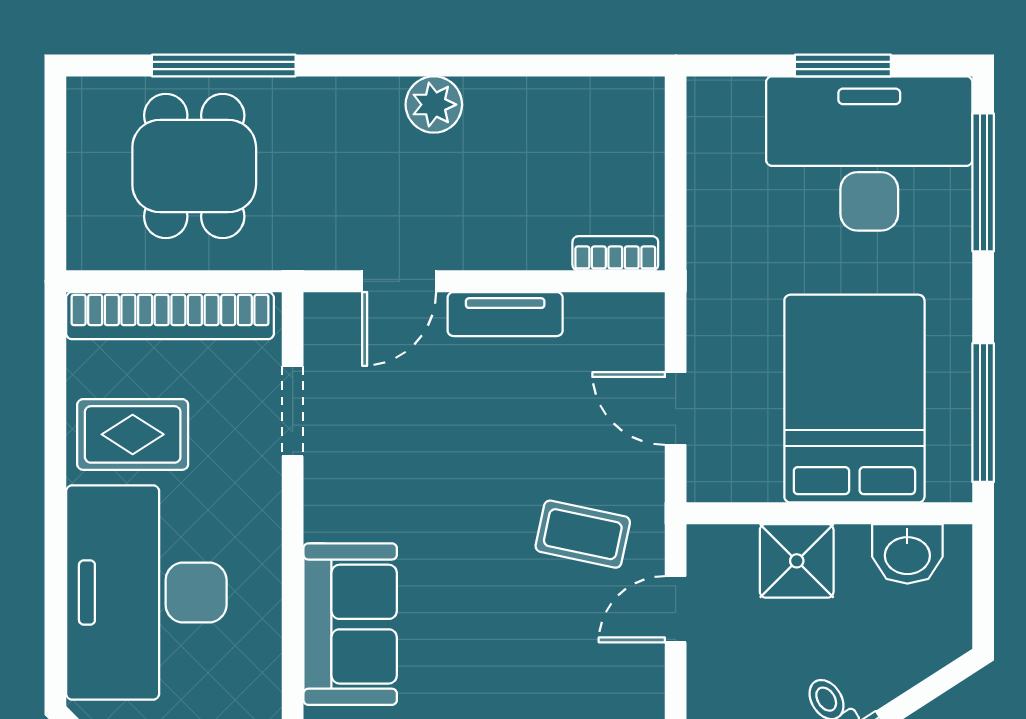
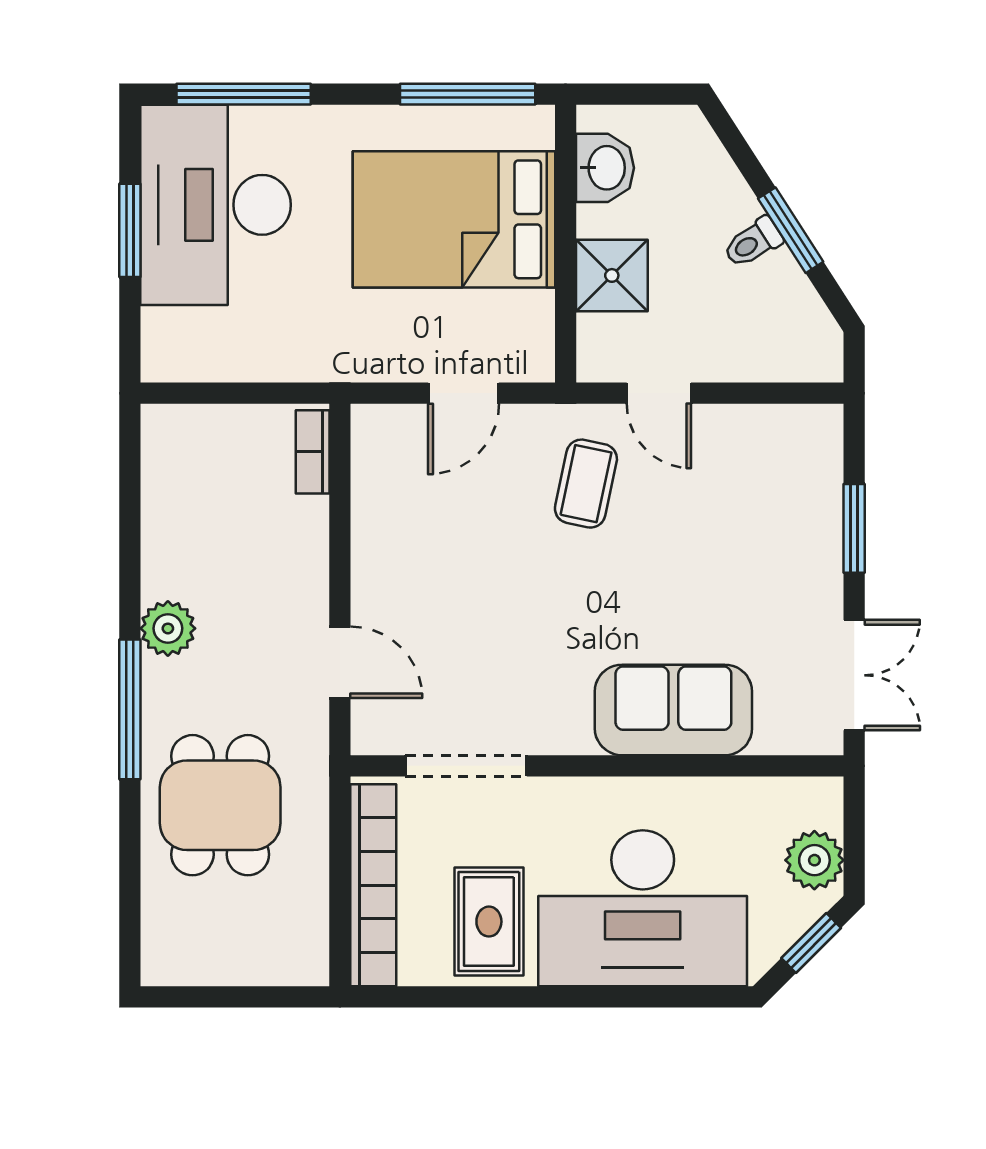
window: (224, 66) -> (130, 709), moved
dining table: (194, 166) -> (220, 805), moved, turned 90
tv unit: (505, 314) -> (372, 559), removed
doorway: (293, 411) -> (466, 766), width x1.38

